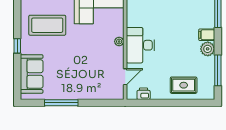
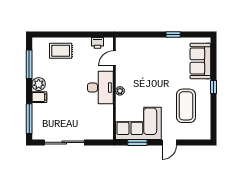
coffee table: (47, 25) -> (186, 106), turned 90
window: (61, 103) -> (173, 35), width x0.46

